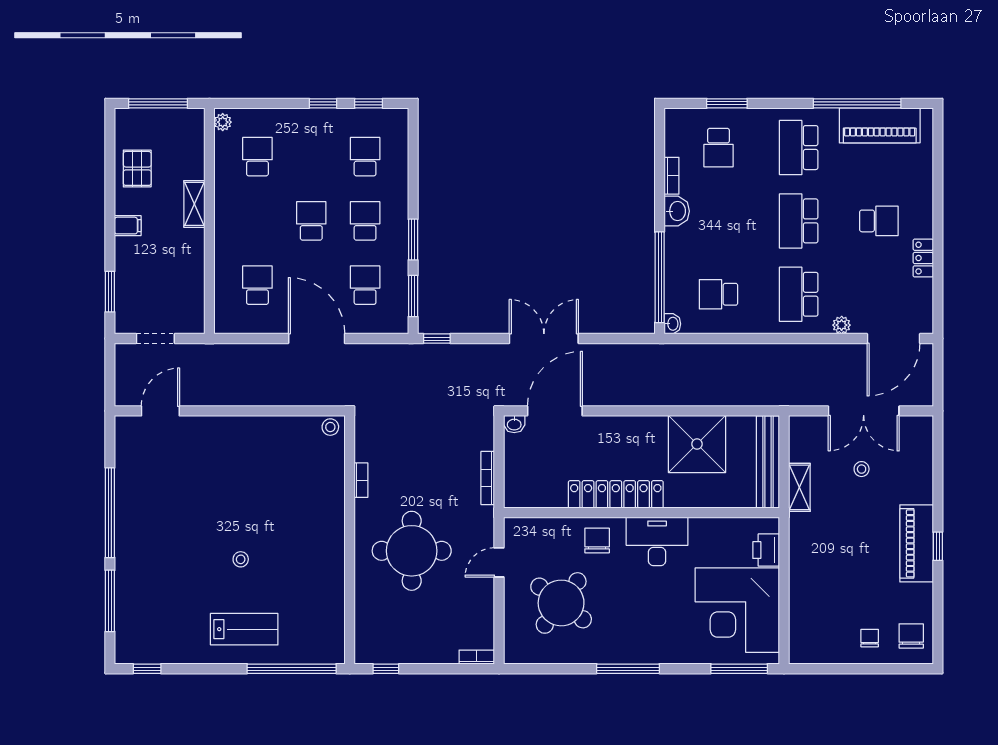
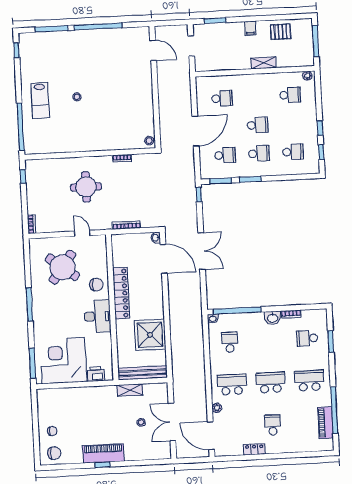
piano: (880, 125) -> (326, 423), width x0.73, depth x0.75
school desk: (879, 221) -> (273, 425), turned 180
round table: (412, 551) -> (86, 187), width x0.73, depth x0.73

